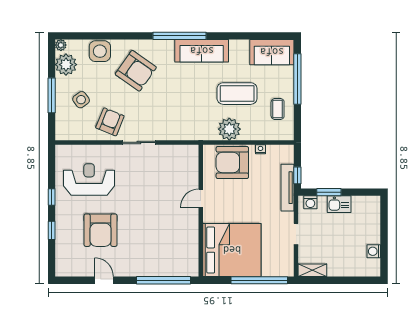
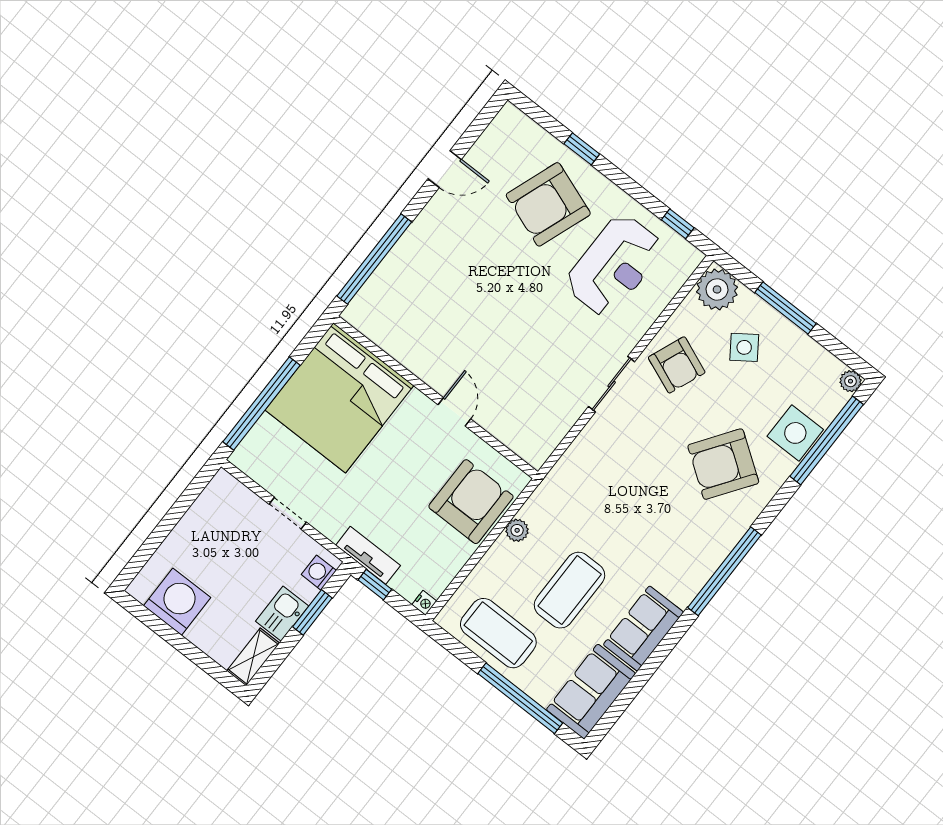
window: (93, 36) -> (827, 440), added
sofa: (202, 51) -> (643, 628), moved, width x0.73
plant: (66, 65) -> (717, 289), moved
coffee table: (278, 109) -> (498, 633), width x1.86, depth x1.72
plant: (229, 129) -> (517, 530), width x0.53, depth x0.53
nightstand: (260, 149) -> (424, 603), moved
tv unit: (287, 188) -> (368, 555), width x0.71
window: (52, 197) -> (678, 224), moved
armchair: (101, 230) -> (548, 204), moved, turned -70
washing machine: (374, 251) -> (177, 602), width x1.89, depth x1.89
shelving: (312, 270) -> (253, 657), moved

